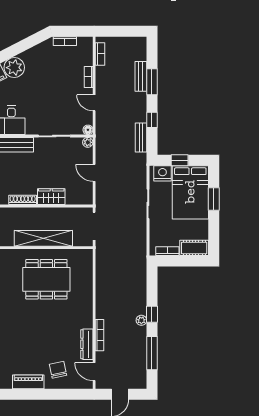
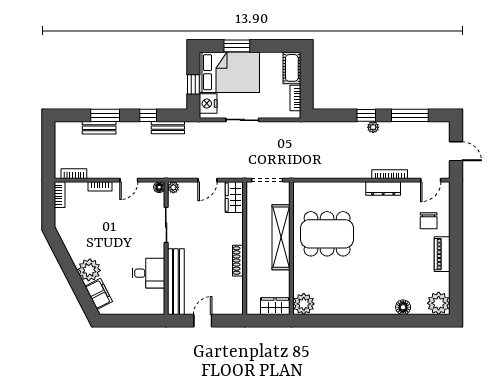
bookcase: (65, 41) -> (60, 195), moved
wardrobe: (51, 197) -> (234, 197), moved
dining table: (46, 279) -> (327, 234), turned 90
dresser: (87, 344) -> (383, 188), moved
chair: (58, 370) -> (429, 221), turned -78

